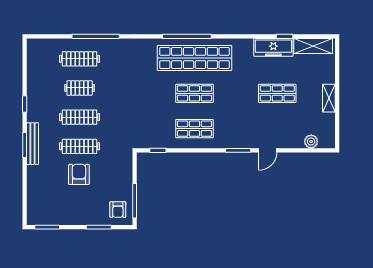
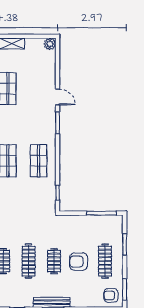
plant: (311, 141) -> (50, 44), moved
clothes rail: (80, 146) -> (54, 261), width x0.73
clothes rail: (80, 205) -> (105, 261), added
armchair: (118, 210) -> (111, 295), moved, turned 180

